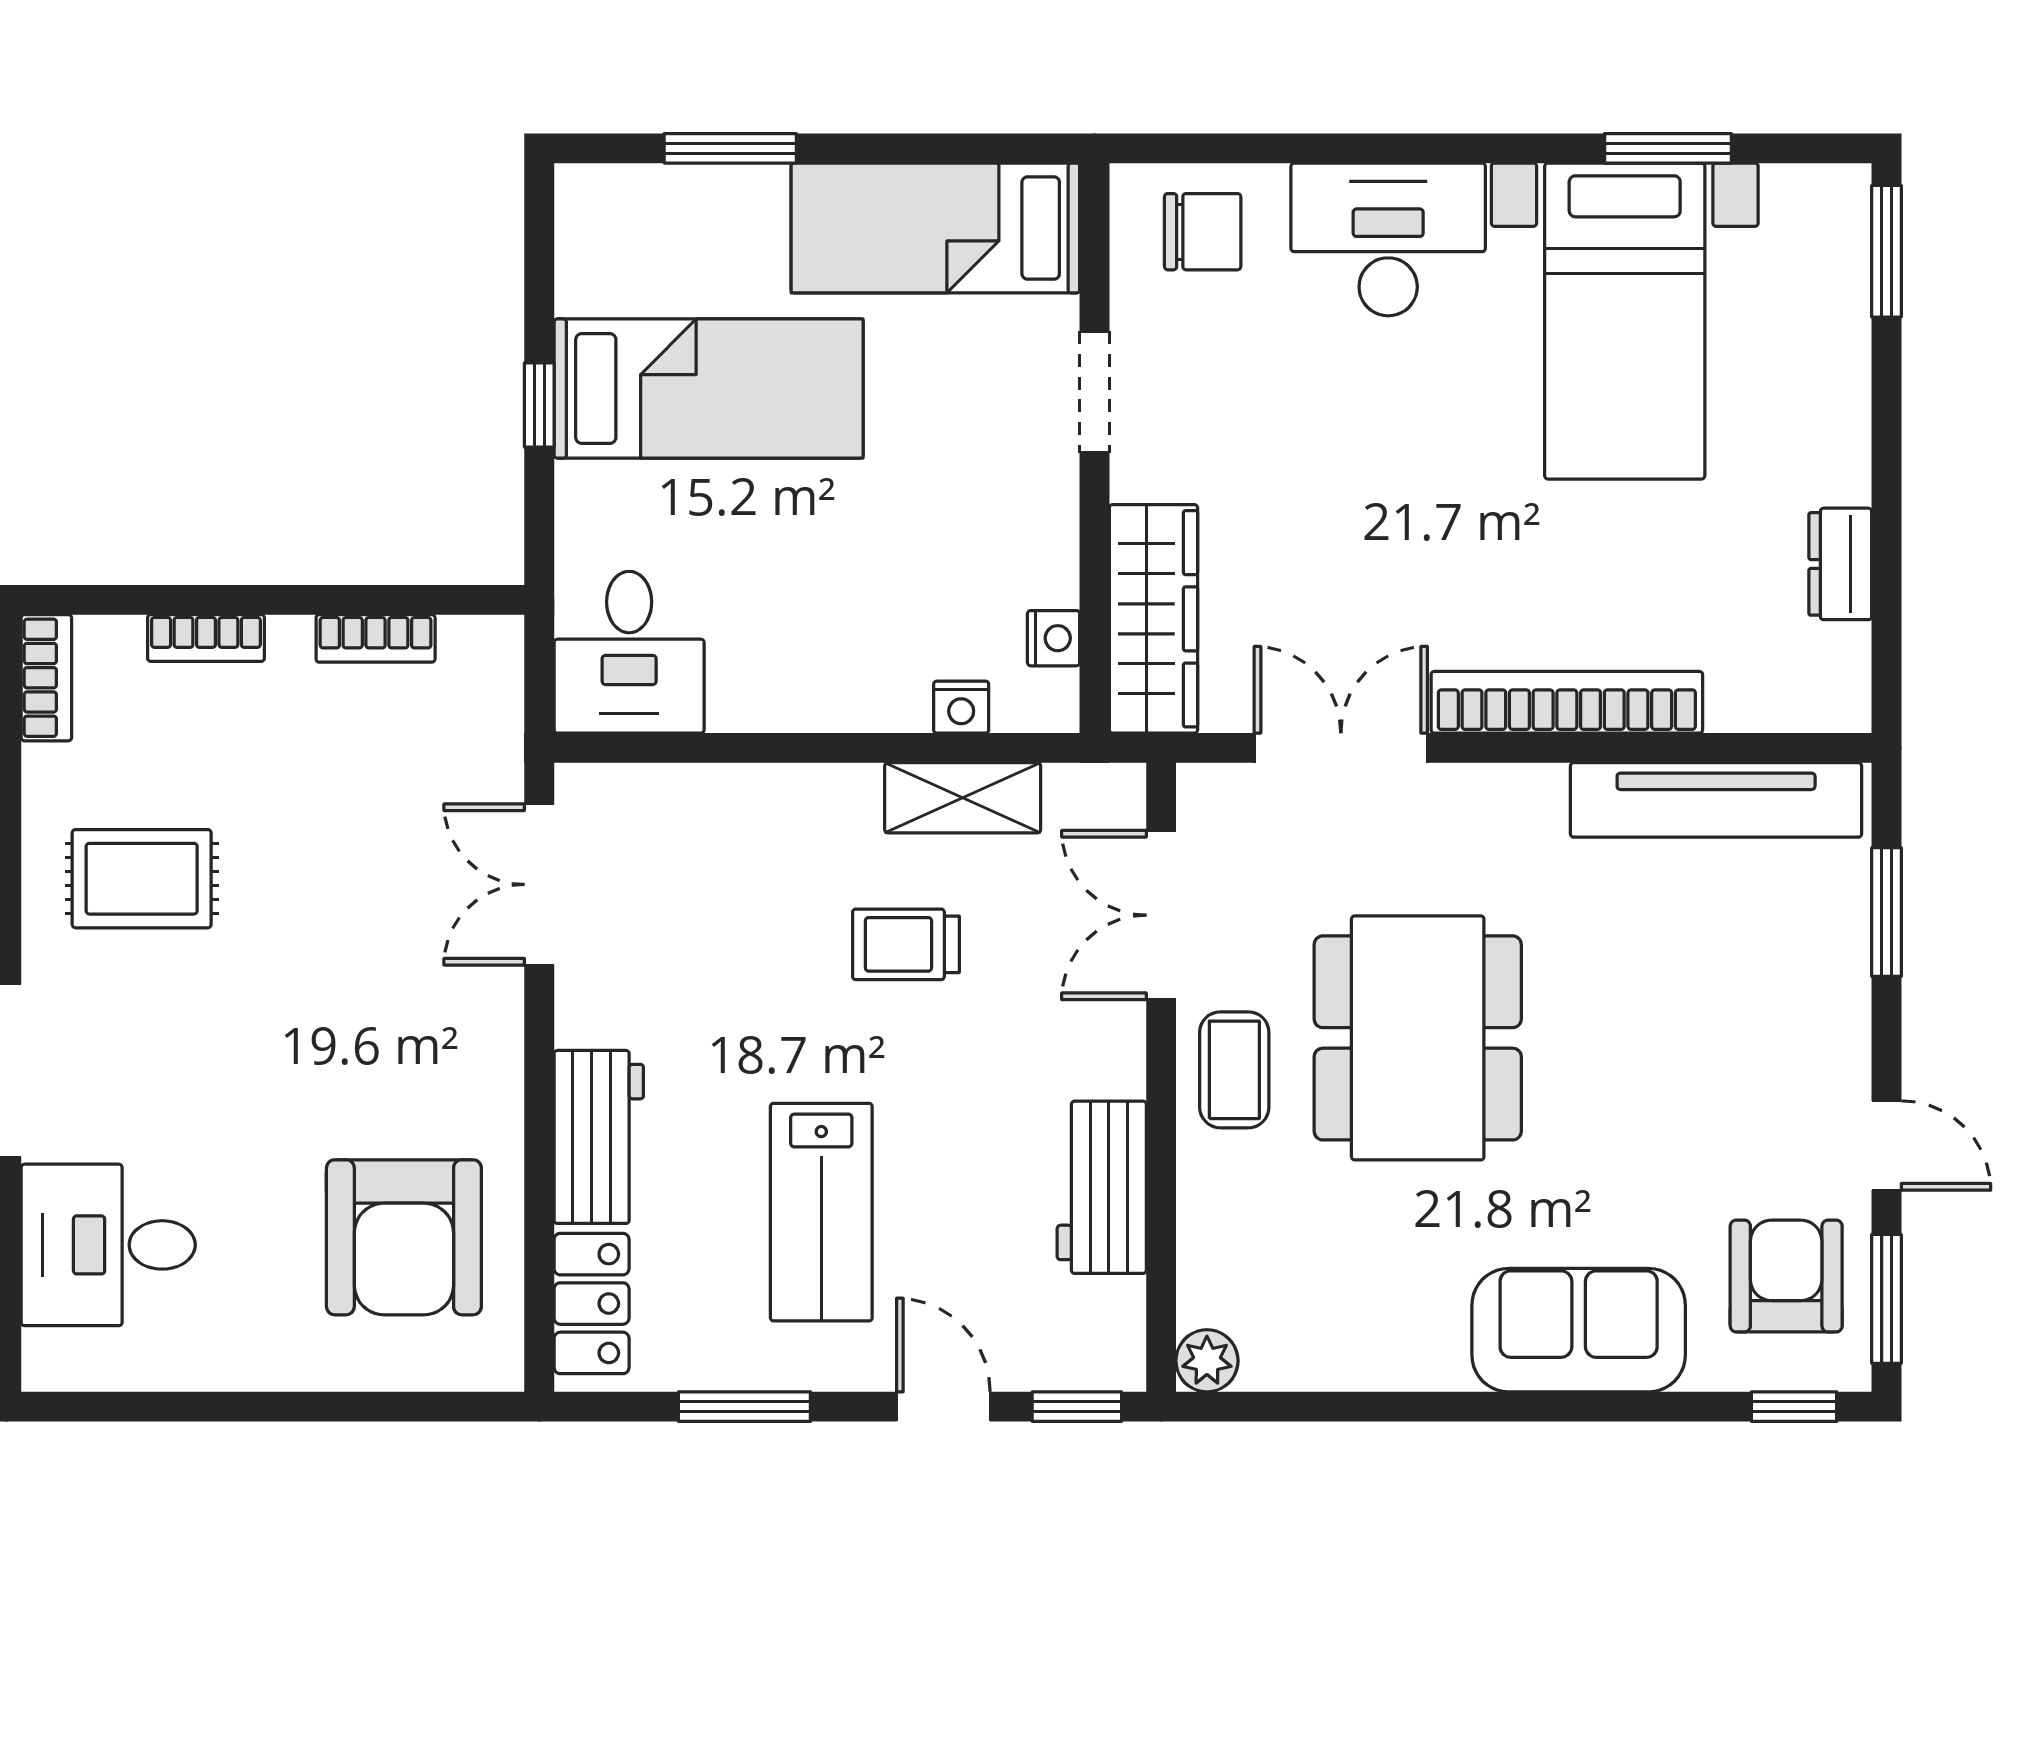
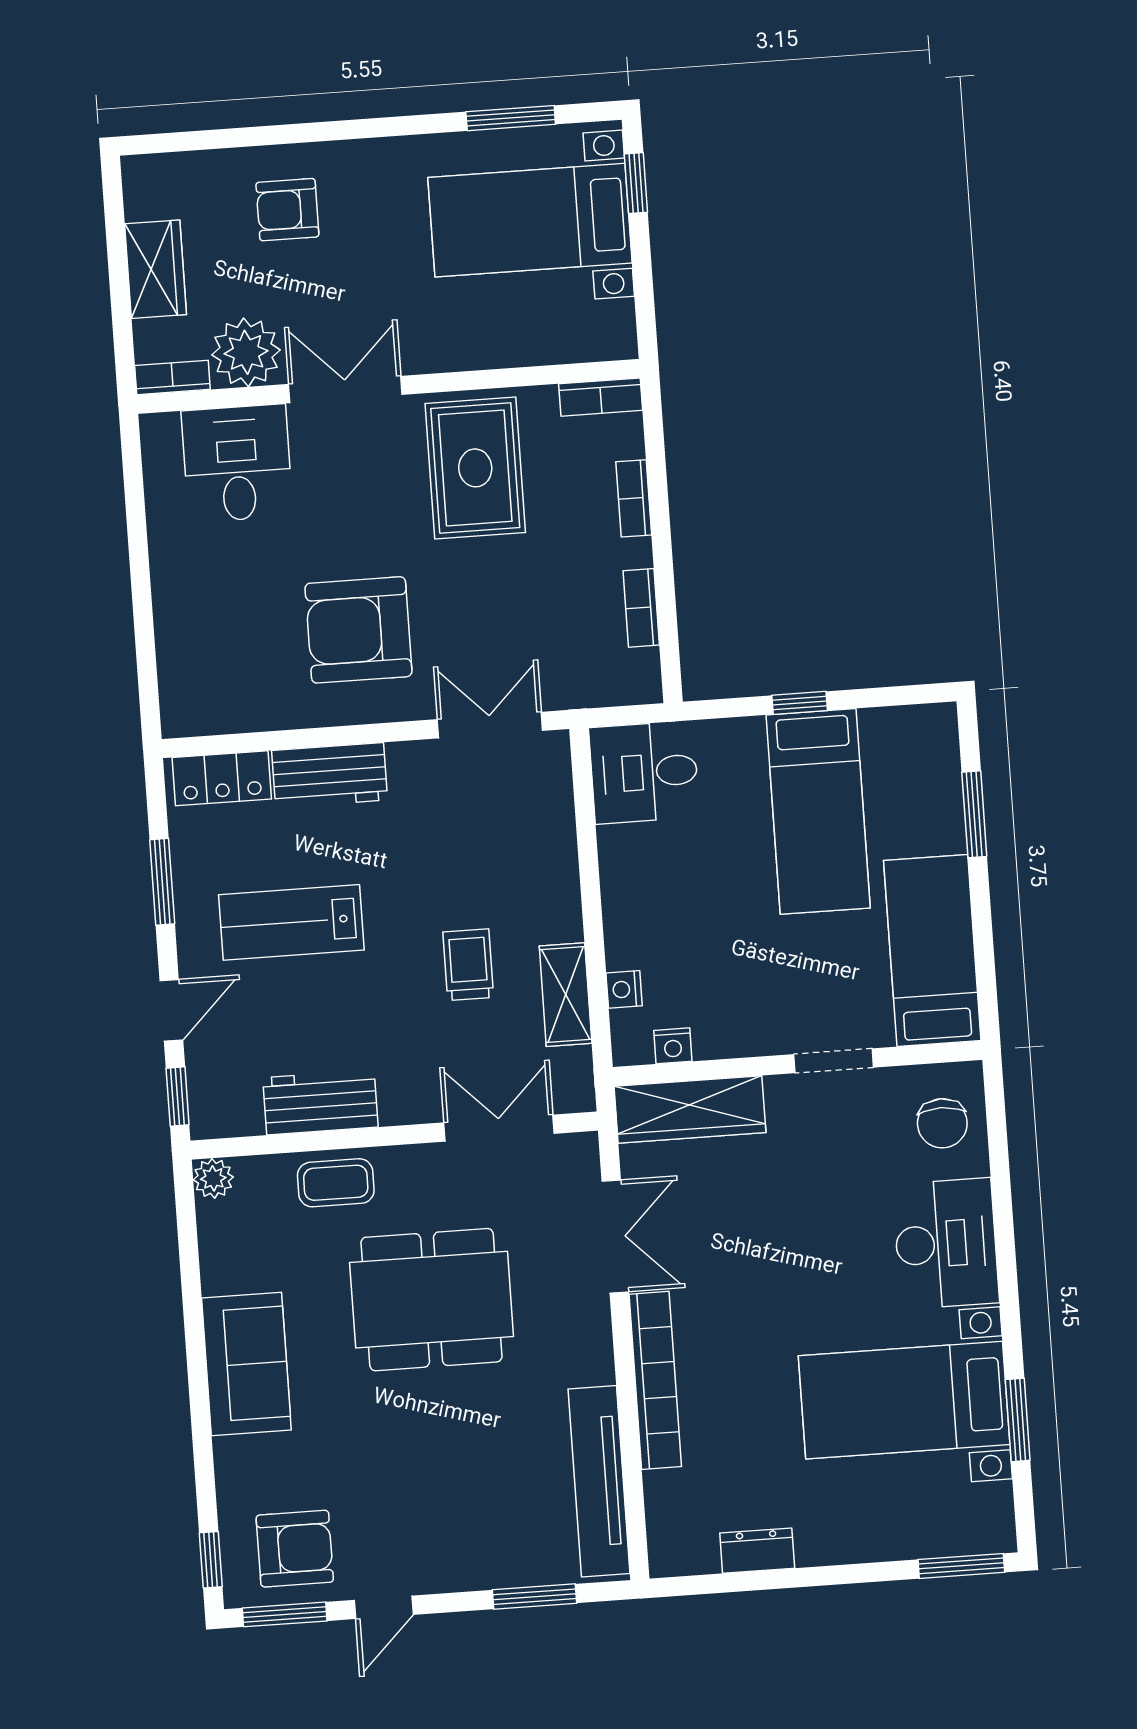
rug: (142, 879) -> (475, 468), width x1.36, depth x1.43
coffee table: (1234, 1070) -> (336, 1183), moved
armchair: (404, 1237) -> (358, 630), moved
sofa: (1579, 1330) -> (246, 1364), moved

